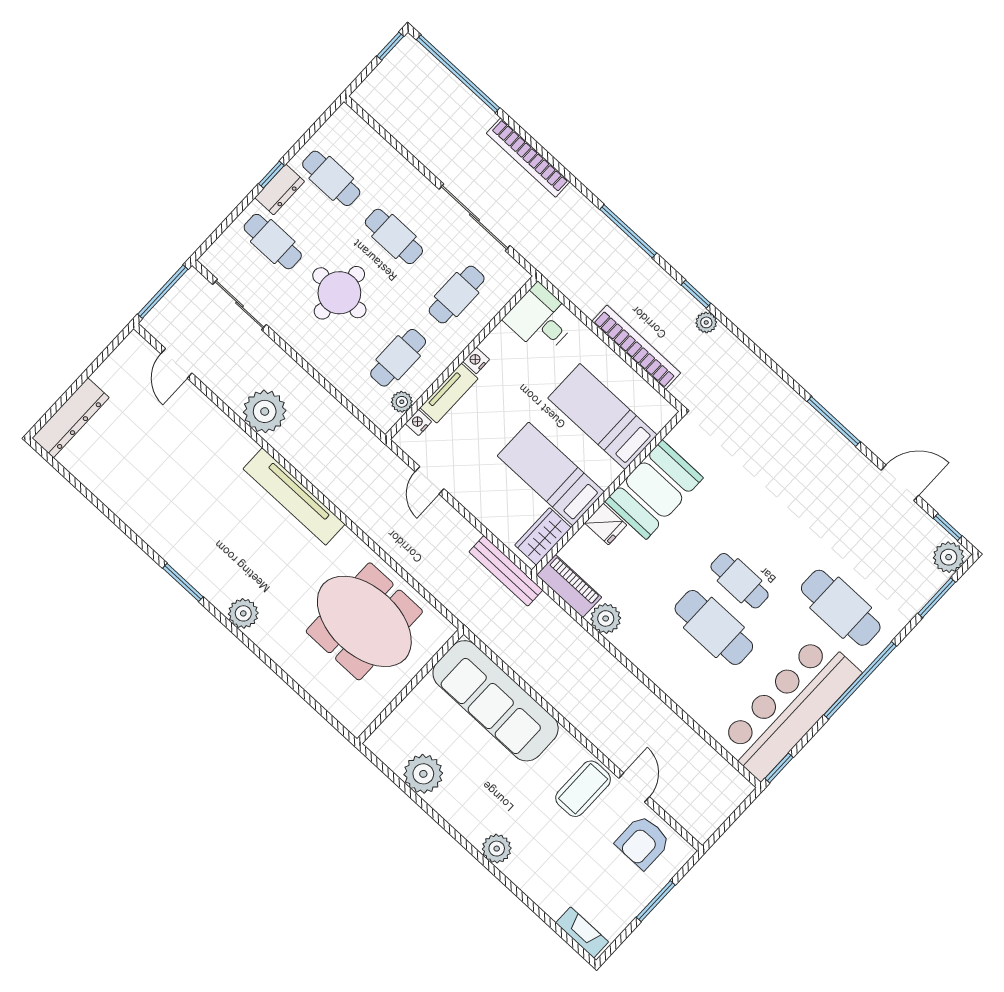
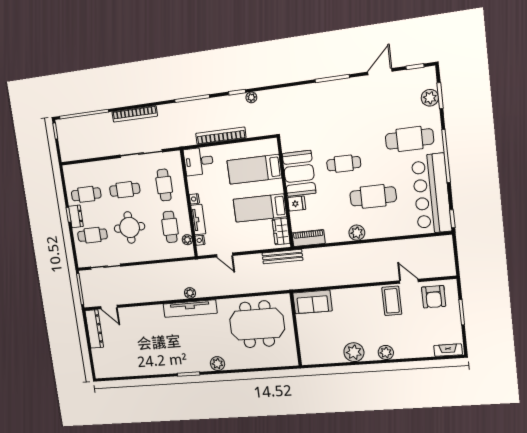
bookcase: (636, 347) -> (221, 136), moved
plant: (265, 411) -> (190, 293), moved, width x0.53, depth x0.53
dresser: (71, 418) -> (94, 329), moved
plant: (949, 557) -> (430, 98), moved
cafe table: (740, 581) -> (344, 164), moved
plant: (606, 618) -> (357, 233), moved
sofa: (496, 701) -> (312, 302), width x0.54, depth x0.79
plant: (423, 774) -> (354, 352), moved

